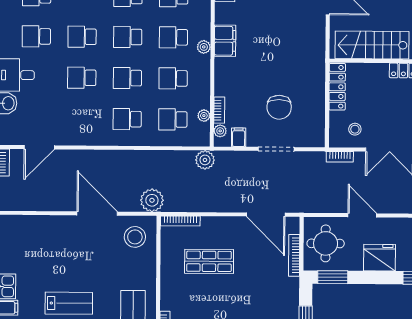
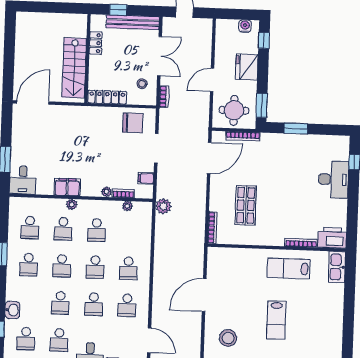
chair: (279, 107) -> (133, 123), moved
school desk: (173, 119) -> (127, 305), moved
plant: (220, 131) -> (107, 192), moved
plant: (152, 200) -> (195, 250), removed
stool: (135, 237) -> (228, 338), moved
lab bench: (69, 303) -> (276, 320), turned 180

